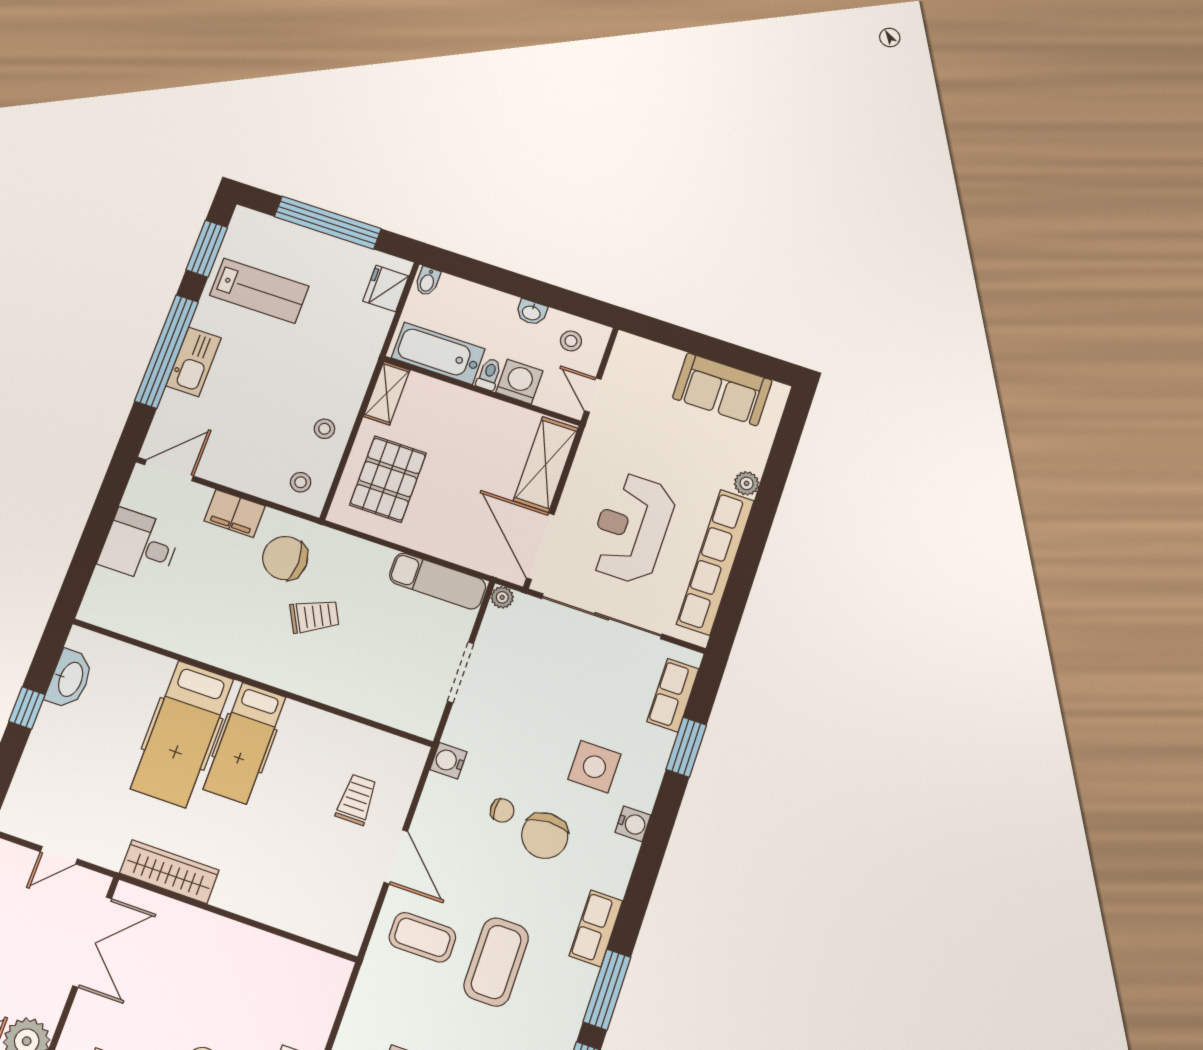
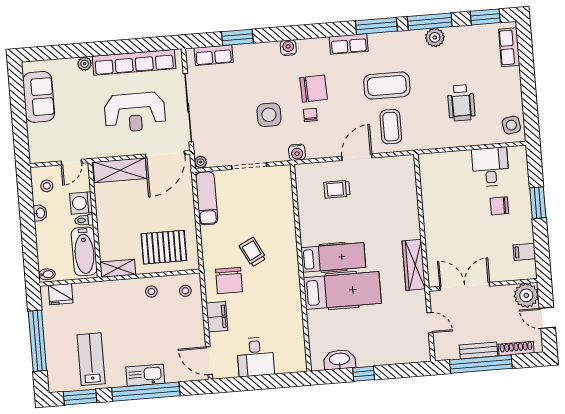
side table: (594, 767) -> (269, 115), moved

